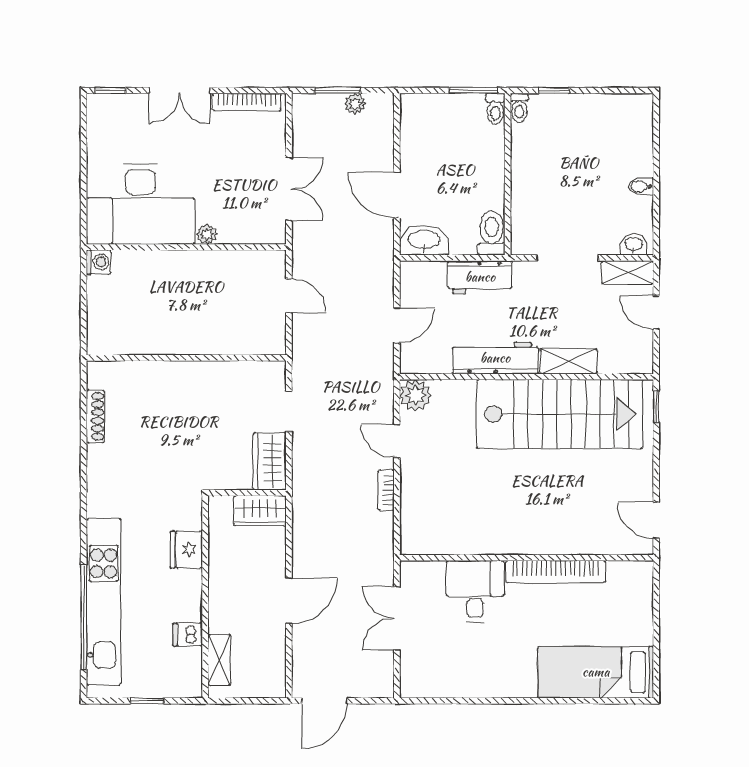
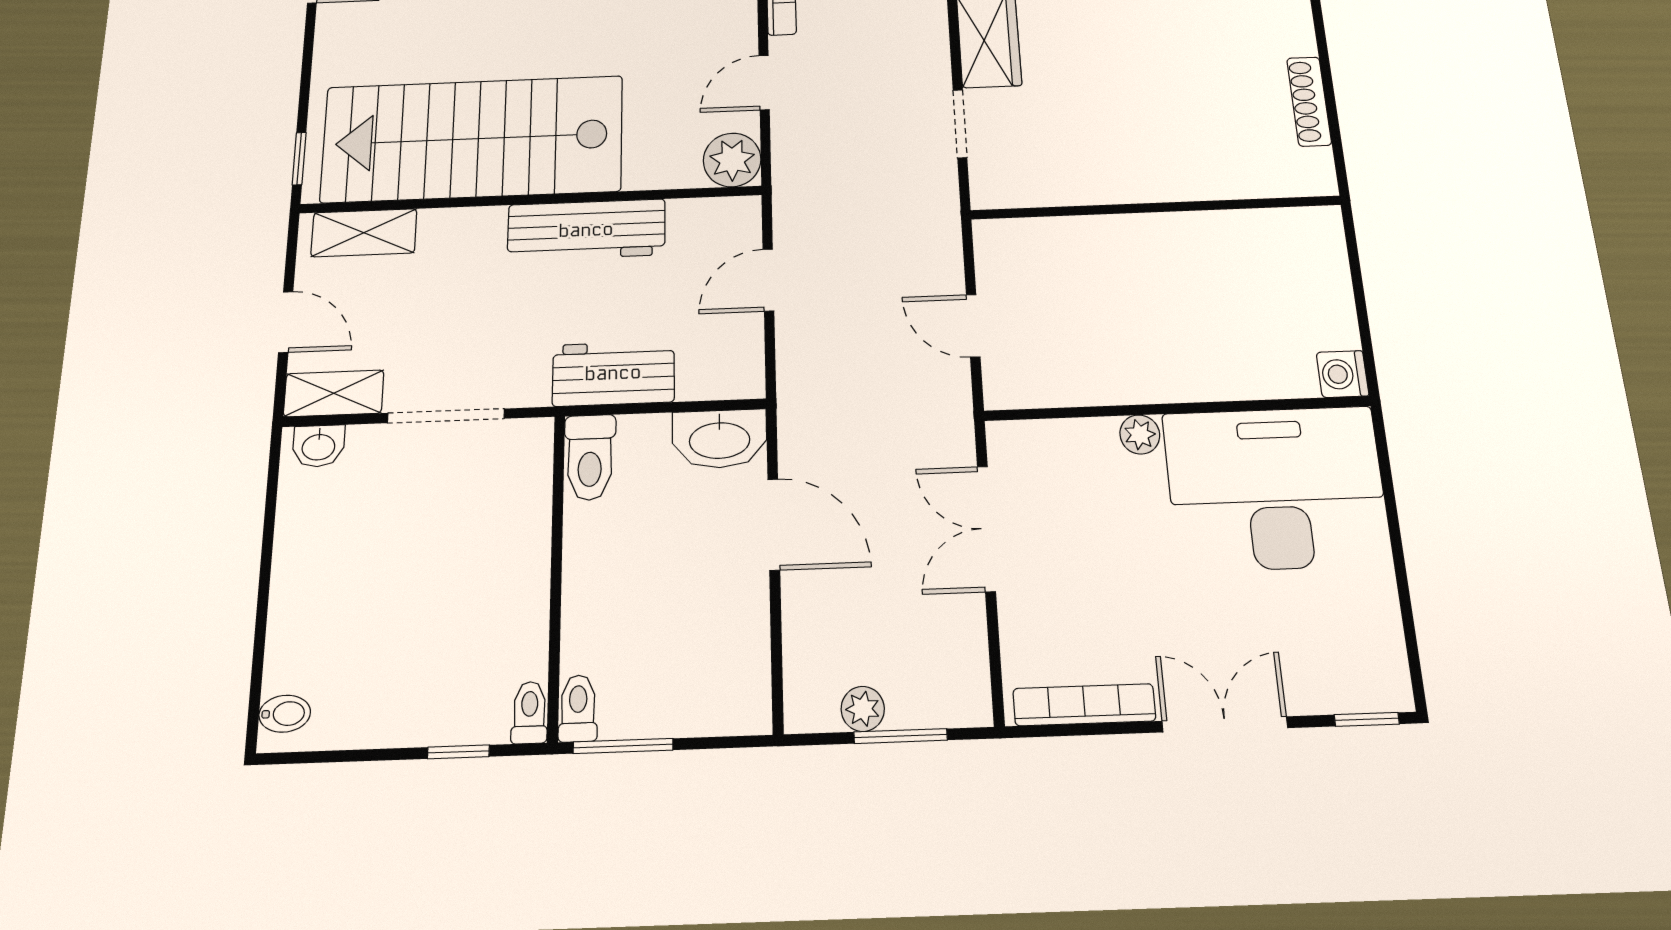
bidet: (641, 186) -> (285, 714), moved
shelving: (569, 361) -> (364, 233), moved
door: (397, 441) -> (764, 83), swing flipped

